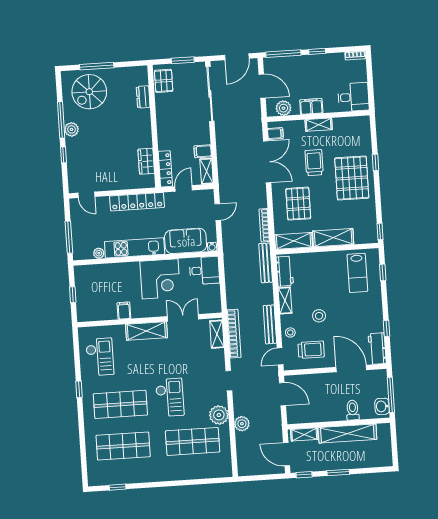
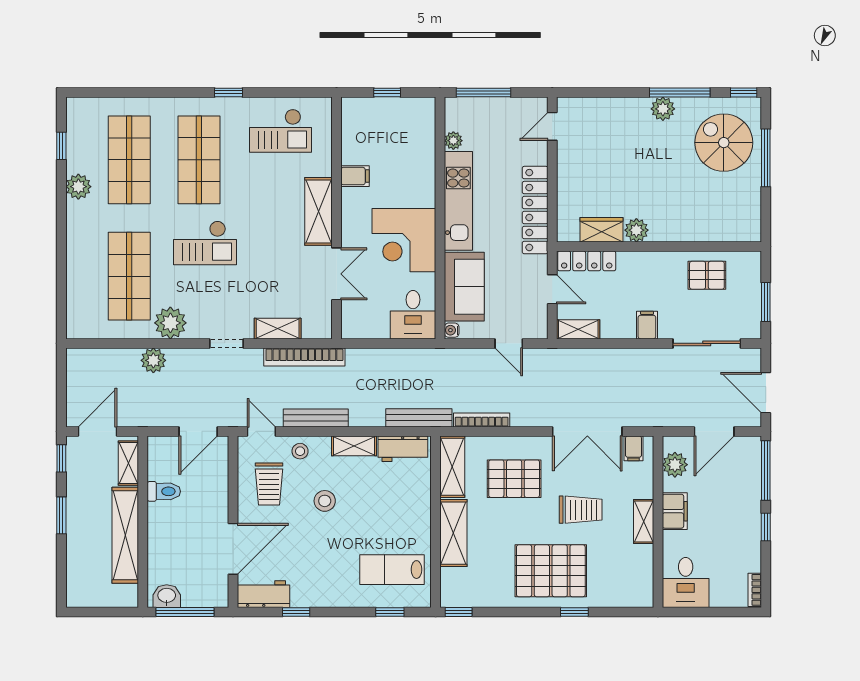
pallet: (164, 81) -> (707, 275), moved
sliding door: (210, 94) -> (707, 343), width x0.73
dresser: (143, 97) -> (709, 232), removed
plant: (145, 140) -> (636, 230), added
filing cabinet: (203, 151) -> (647, 325), moved
window: (63, 155) -> (744, 92), moved
shelving: (217, 334) -> (278, 329), moved
toilet: (353, 410) -> (164, 491), moved
plant: (141, 475) -> (78, 187), added

